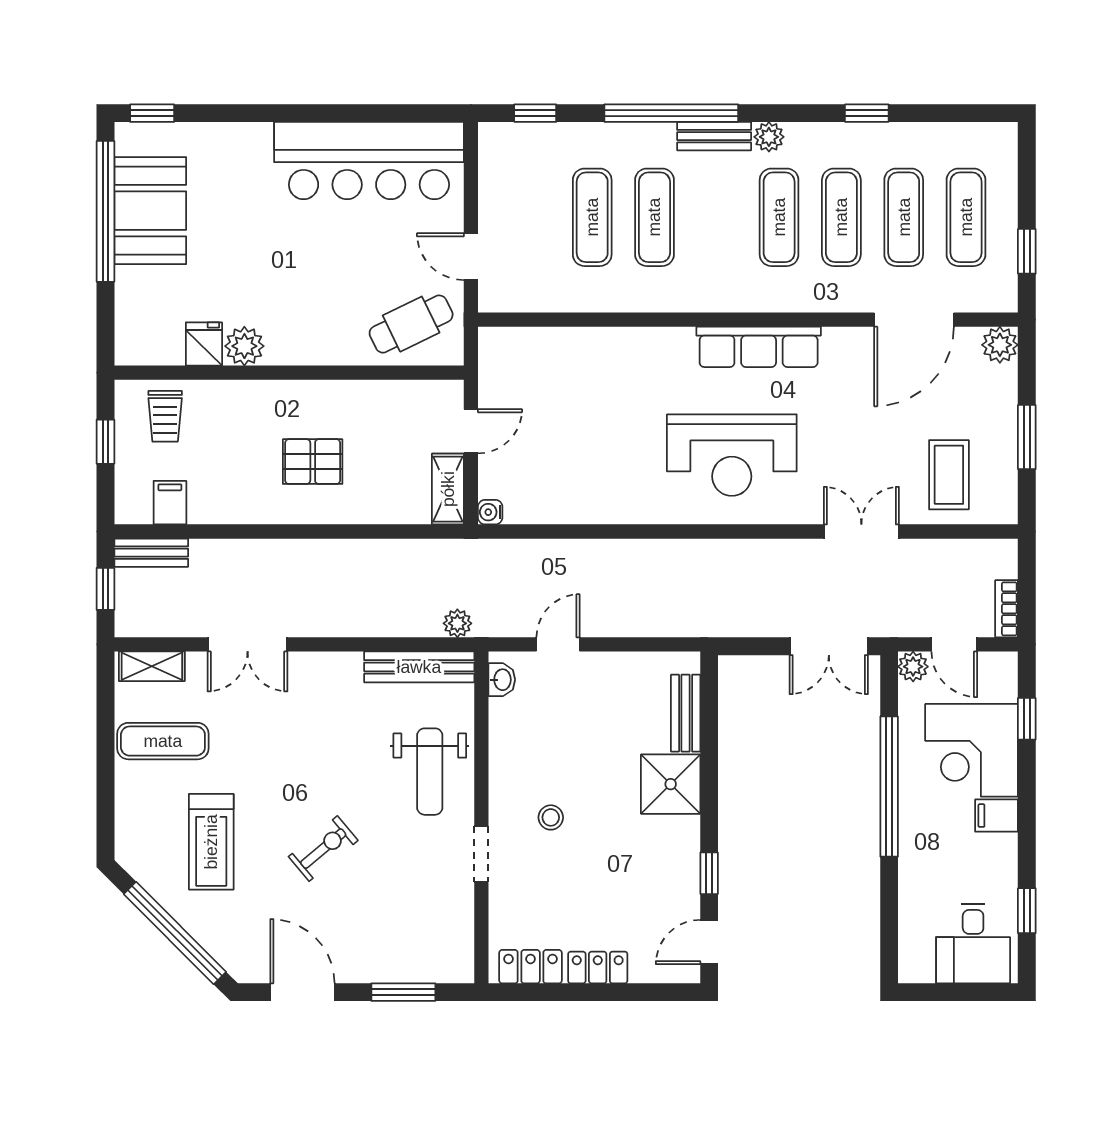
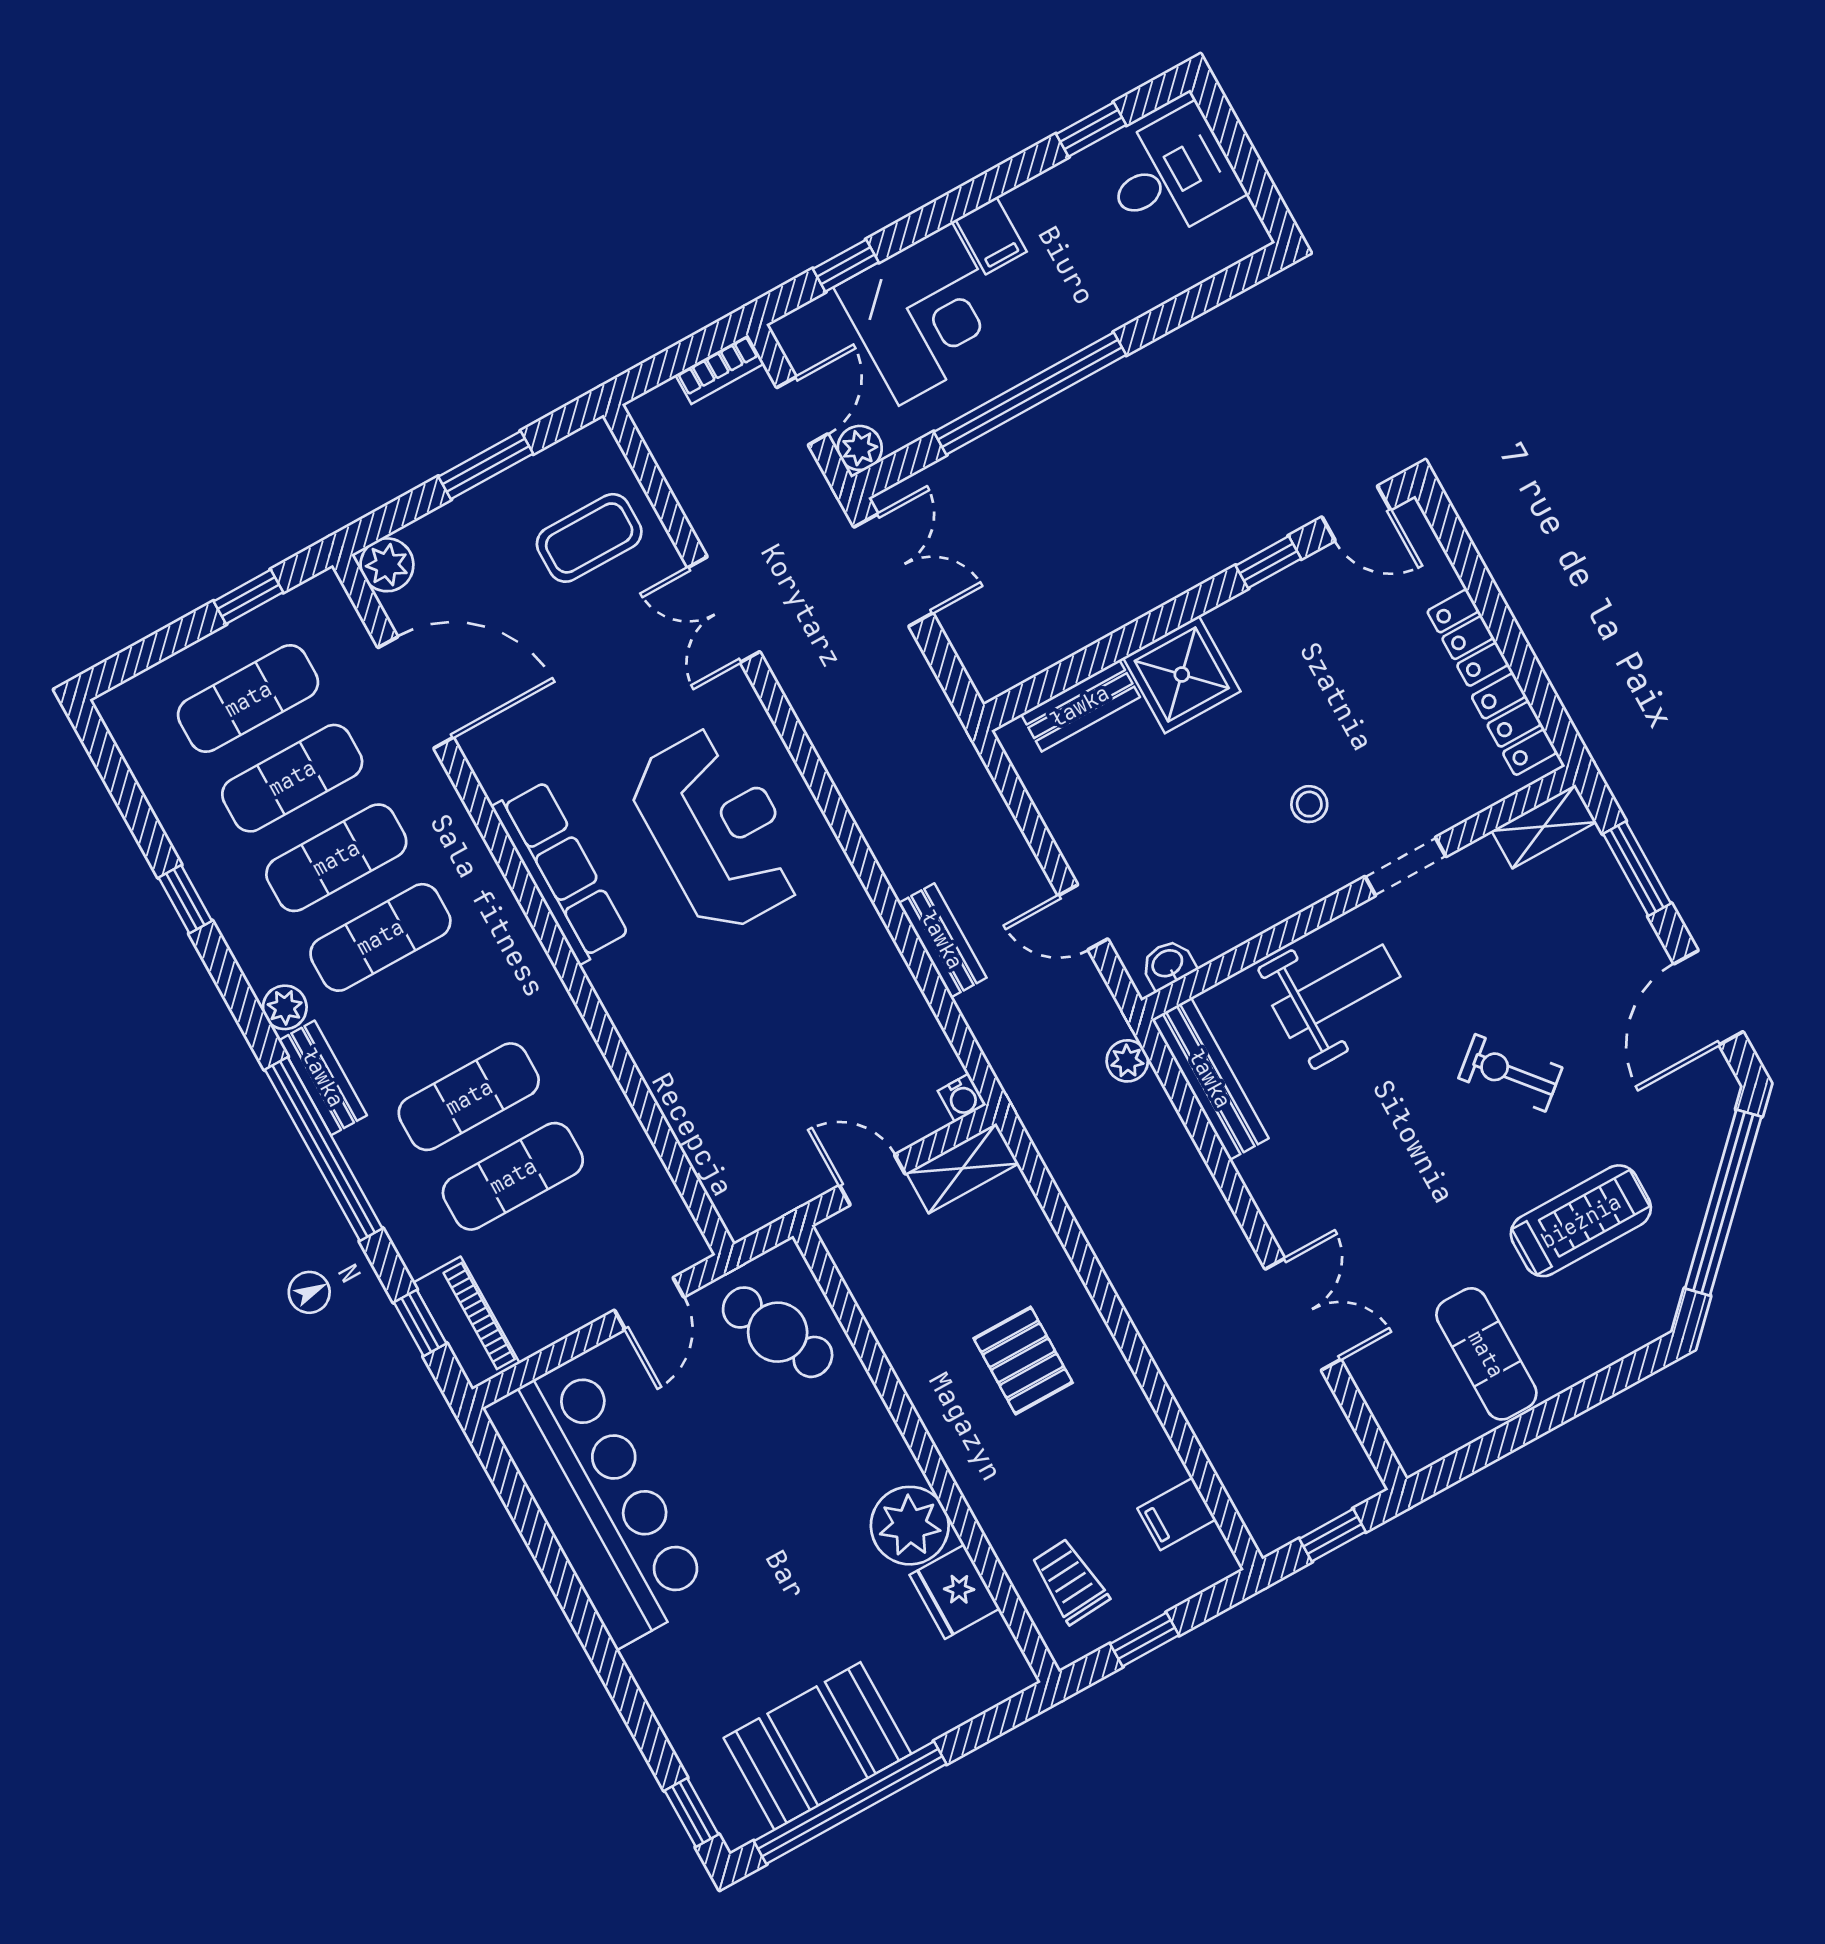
piano: (520, 141) -> (466, 1323), added
fridge: (204, 344) -> (955, 1592), width x1.38
plant: (244, 346) -> (910, 1526), width x1.36, depth x1.36
trolley: (165, 416) -> (1070, 1581), turned -94
bench: (151, 553) -> (942, 940), moved
shelving: (152, 666) -> (1544, 826), moved, turned 90

